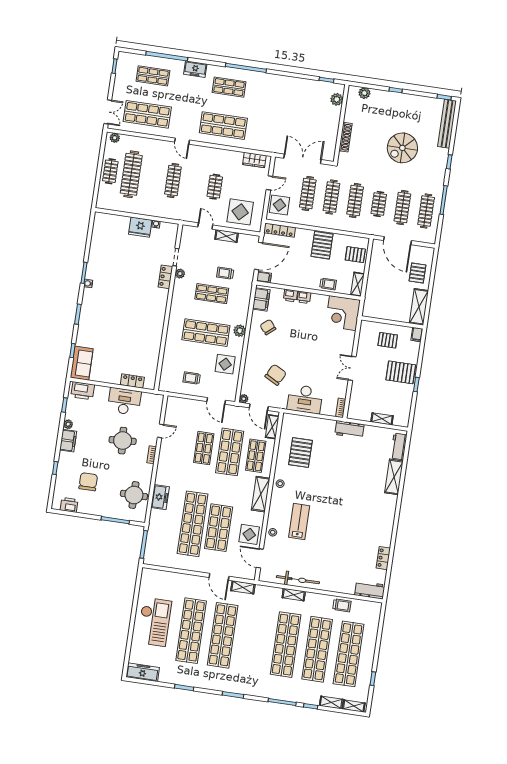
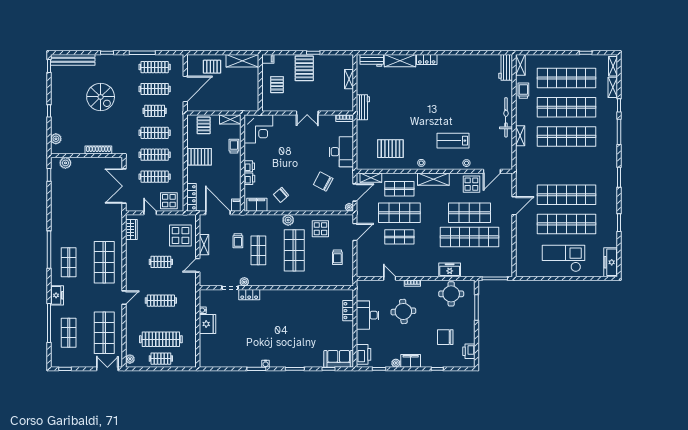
locker: (383, 558) -> (427, 59), moved
bicycle: (298, 580) -> (506, 117), moved
shelving: (243, 587) -> (520, 65), moved

